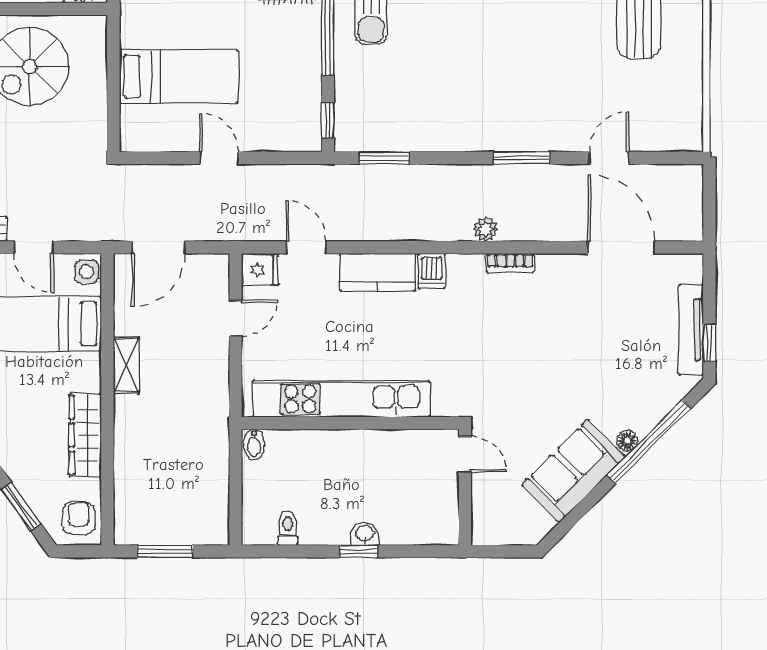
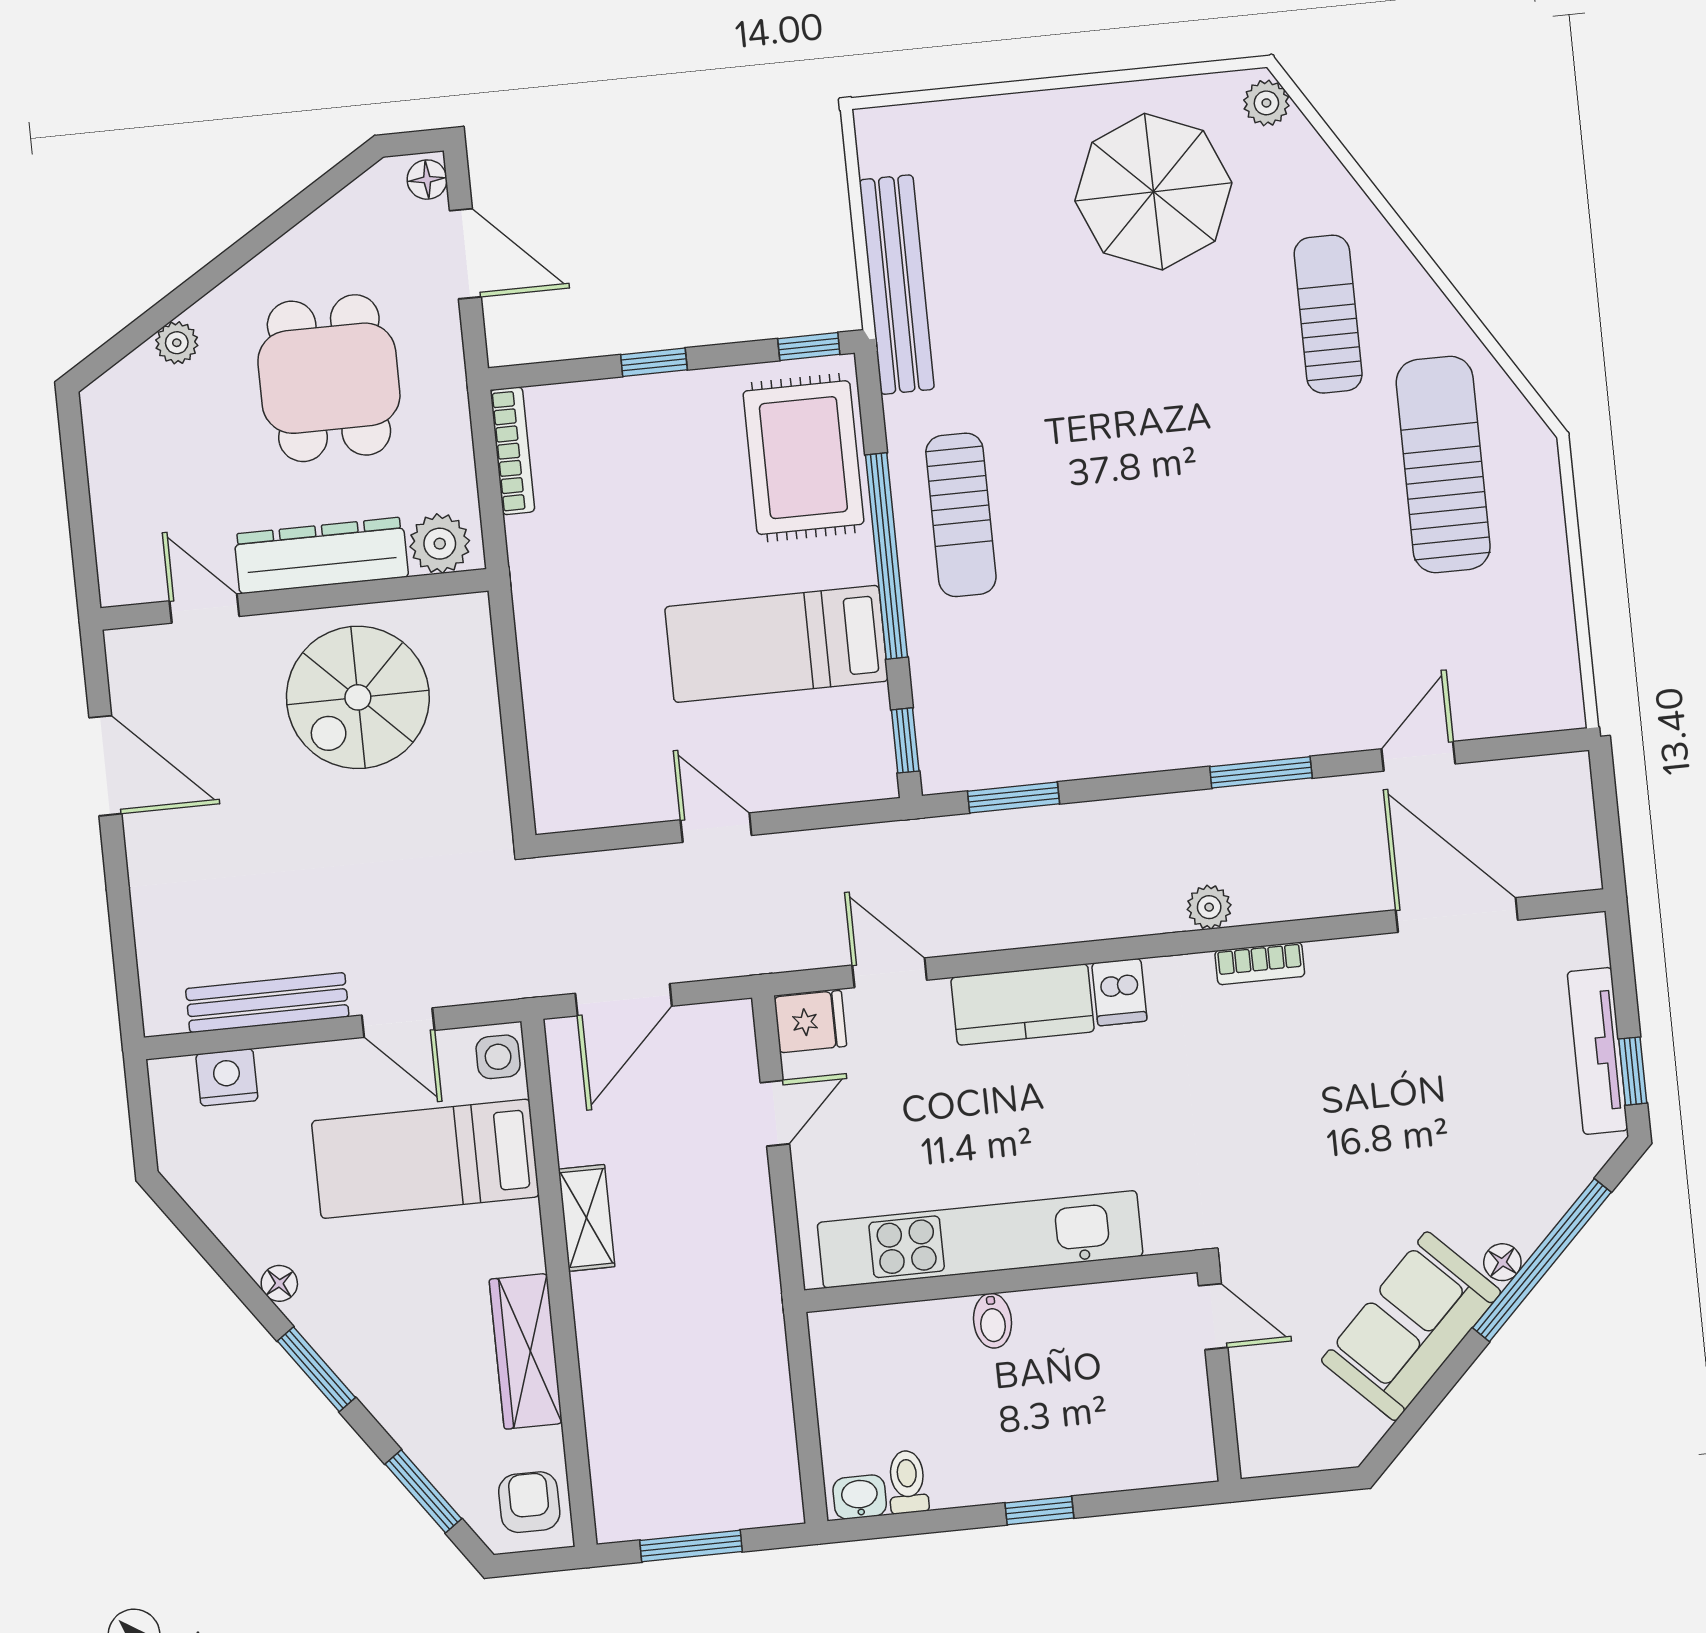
bed: (179, 77) -> (776, 644), moved, turned 180
bidet: (254, 444) -> (993, 1321), moved
washbasin: (365, 534) -> (860, 1497), moved

